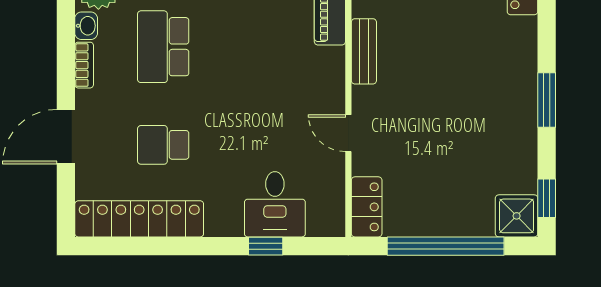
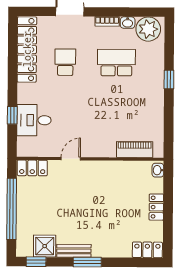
bench: (364, 51) -> (74, 251), moved
shower: (517, 216) -> (45, 246), moved

